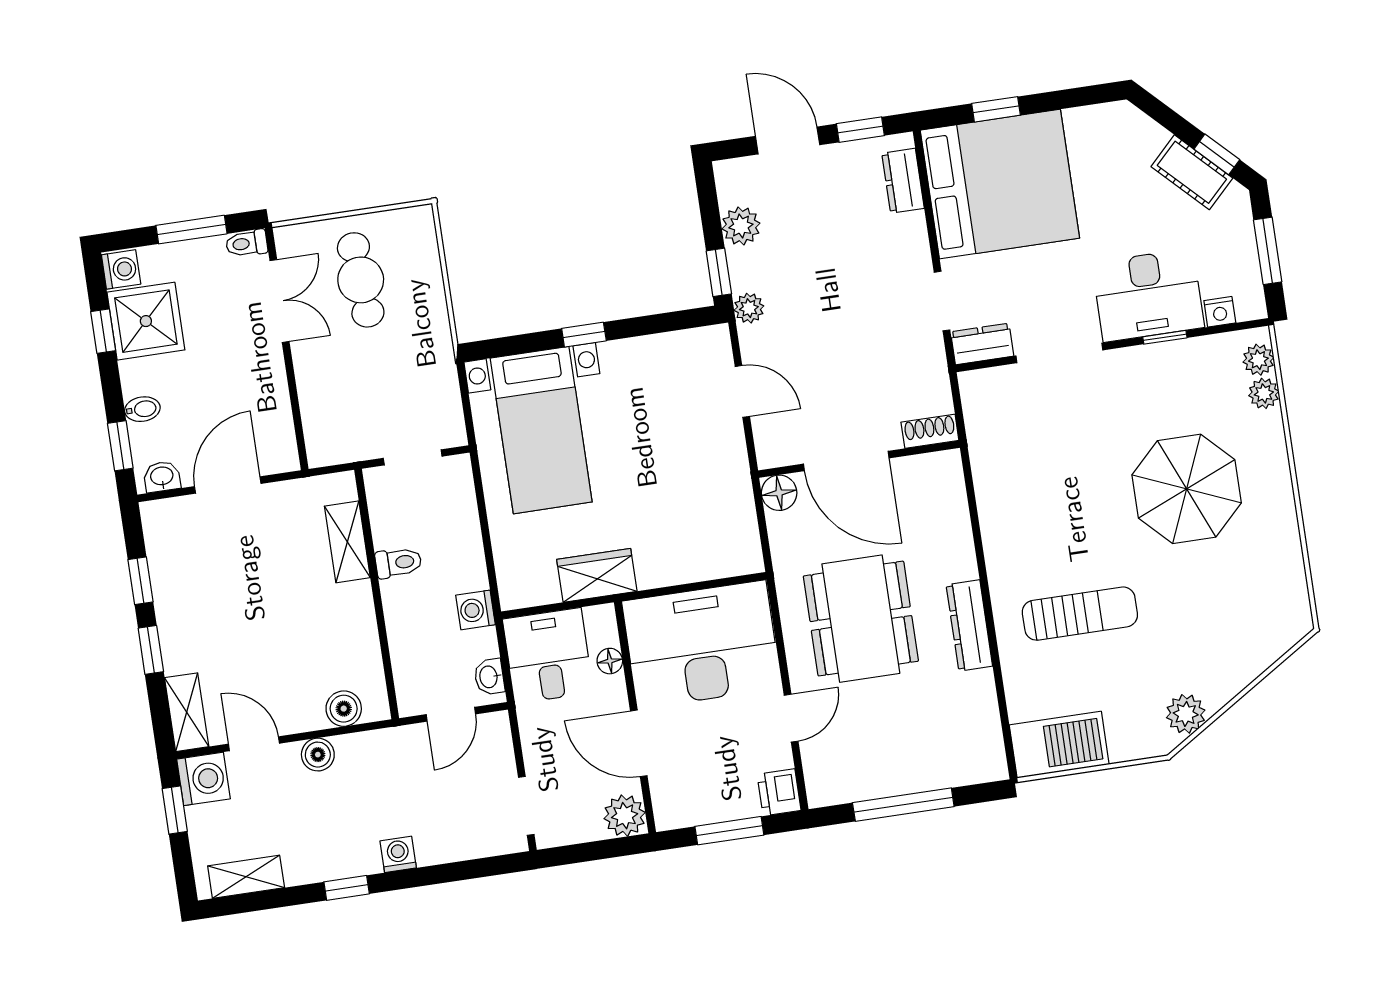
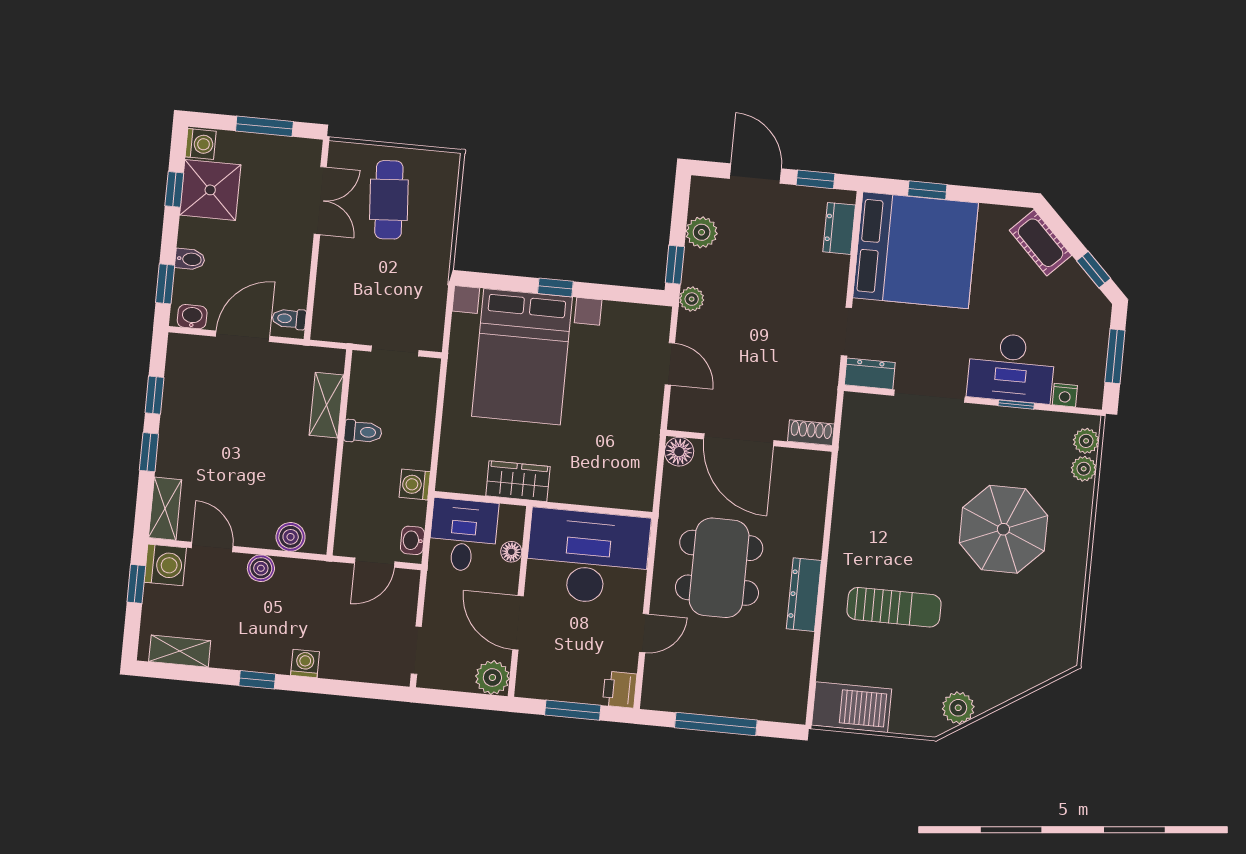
cot: (1192, 172) -> (1041, 243), moved
toilet: (247, 243) -> (289, 319), moved
bed with nightstands: (541, 430) -> (522, 357), width x1.36

